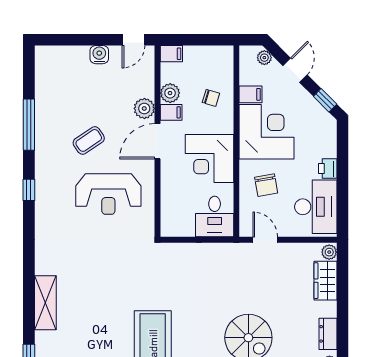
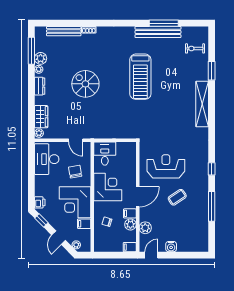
plant: (144, 108) -> (145, 228), moved
printer: (328, 169) -> (40, 202), moved
shelving: (45, 303) -> (202, 104), width x1.47

